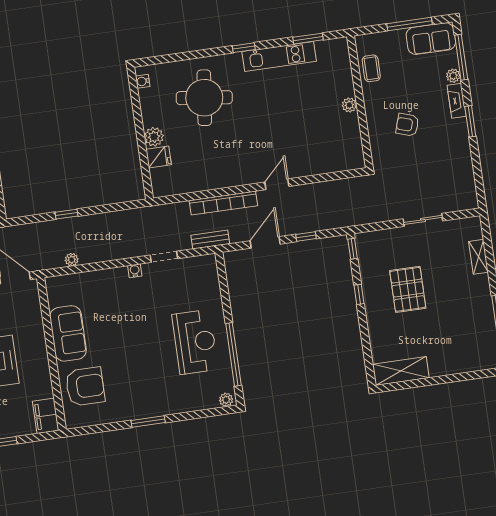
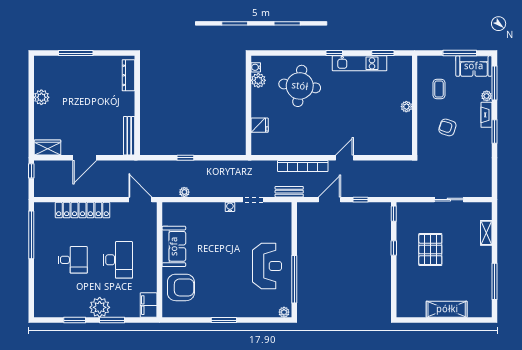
coffee table: (371, 68) -> (439, 89), moved
plant: (154, 137) -> (258, 80), moved
shelving: (401, 371) -> (447, 309), moved

